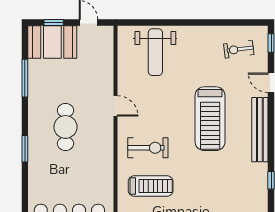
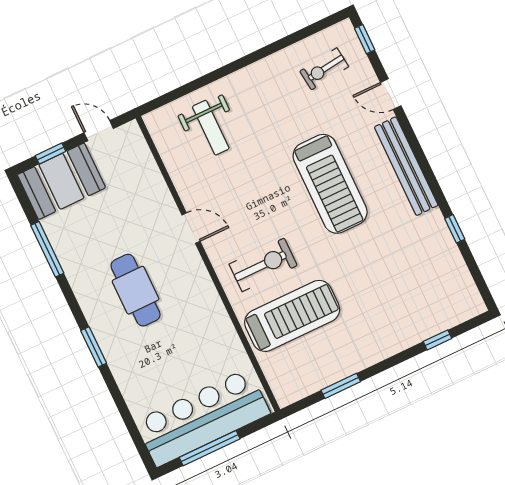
weight bench: (155, 52) -> (211, 128), width x0.73, depth x0.75
treadmill: (151, 186) -> (292, 316), width x1.37, depth x1.38

